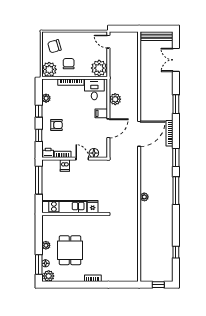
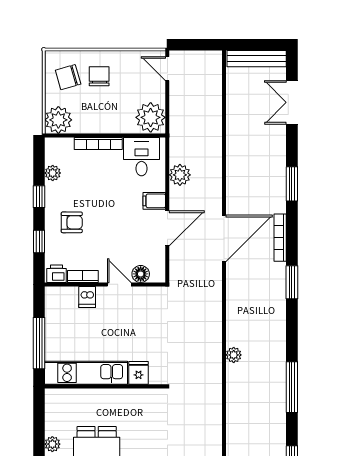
chair: (69, 64) -> (99, 76), moved
window: (39, 180) -> (39, 343), moved
window: (176, 191) -> (292, 387), moved

